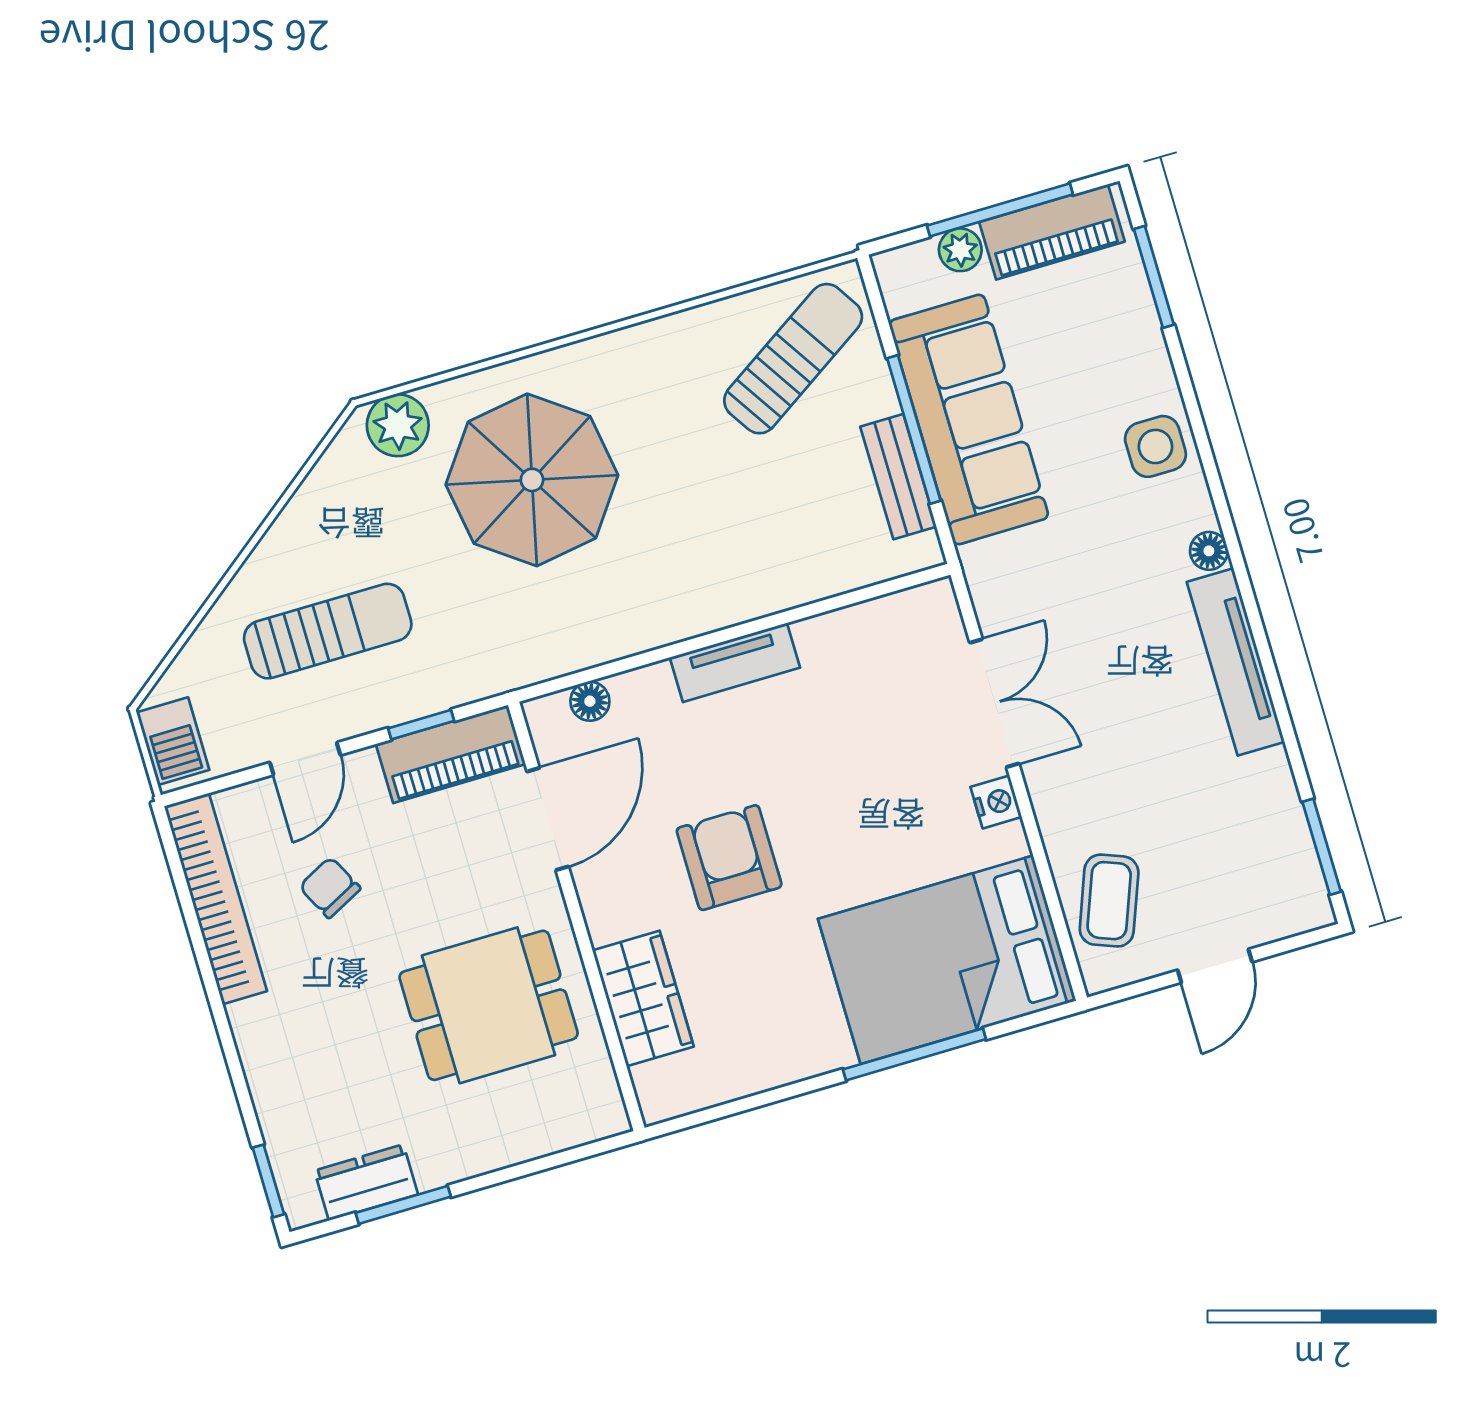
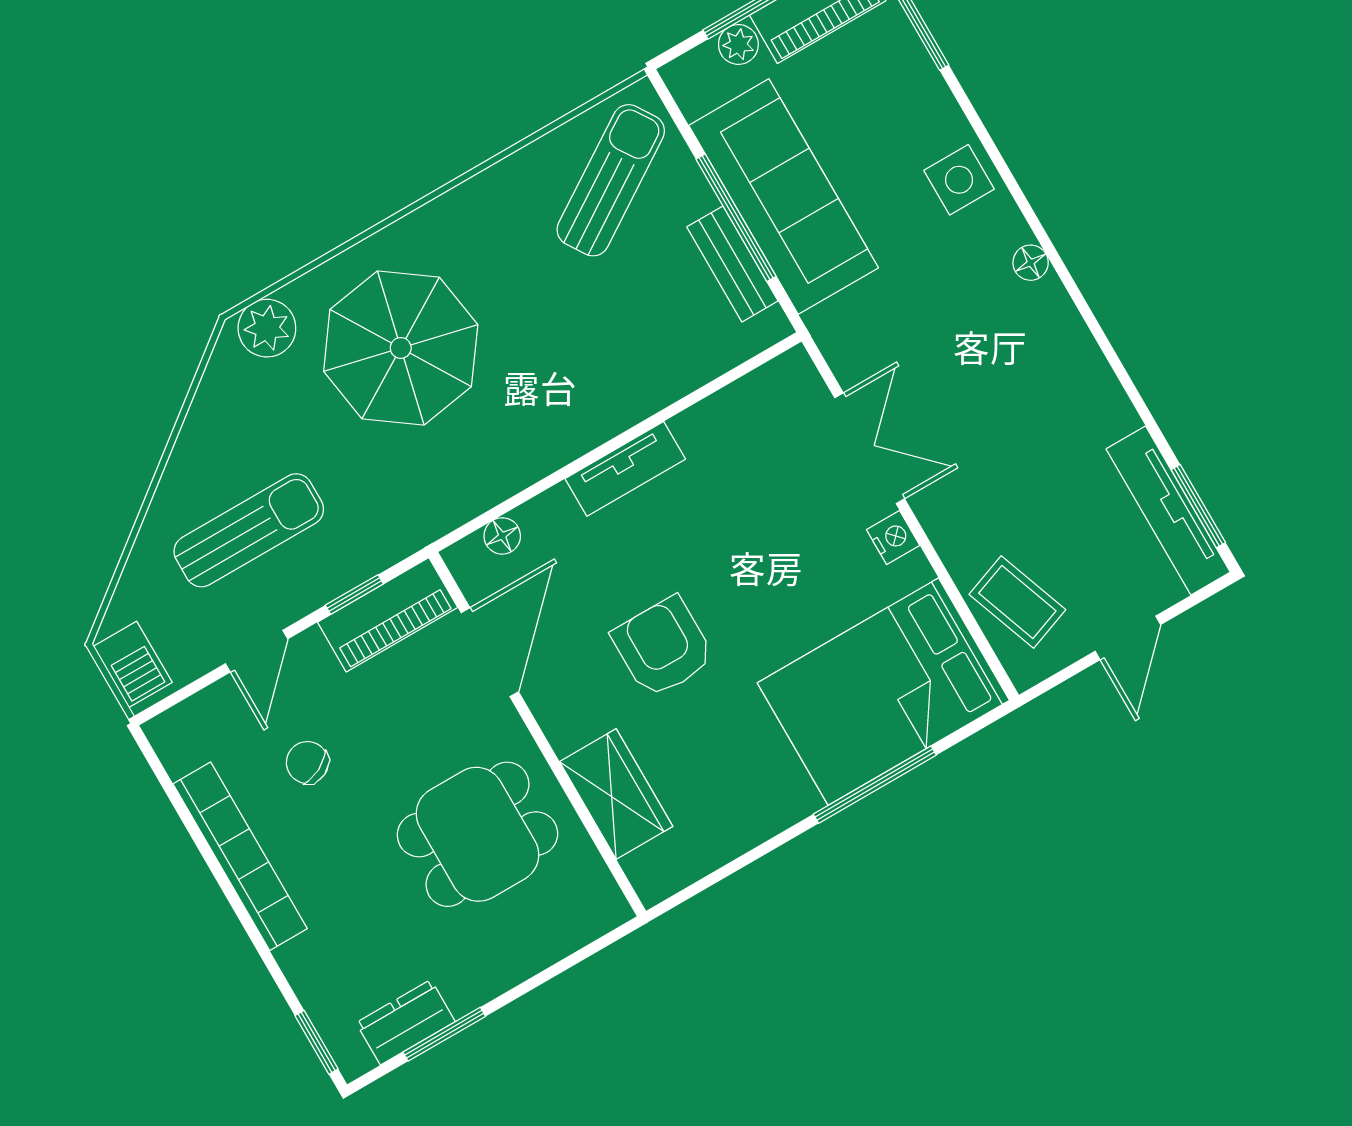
tv unit: (1236, 662) -> (1168, 511), moved
bookcase: (216, 899) -> (240, 856), moved
coffee table: (1109, 901) -> (1017, 602), turned -41

